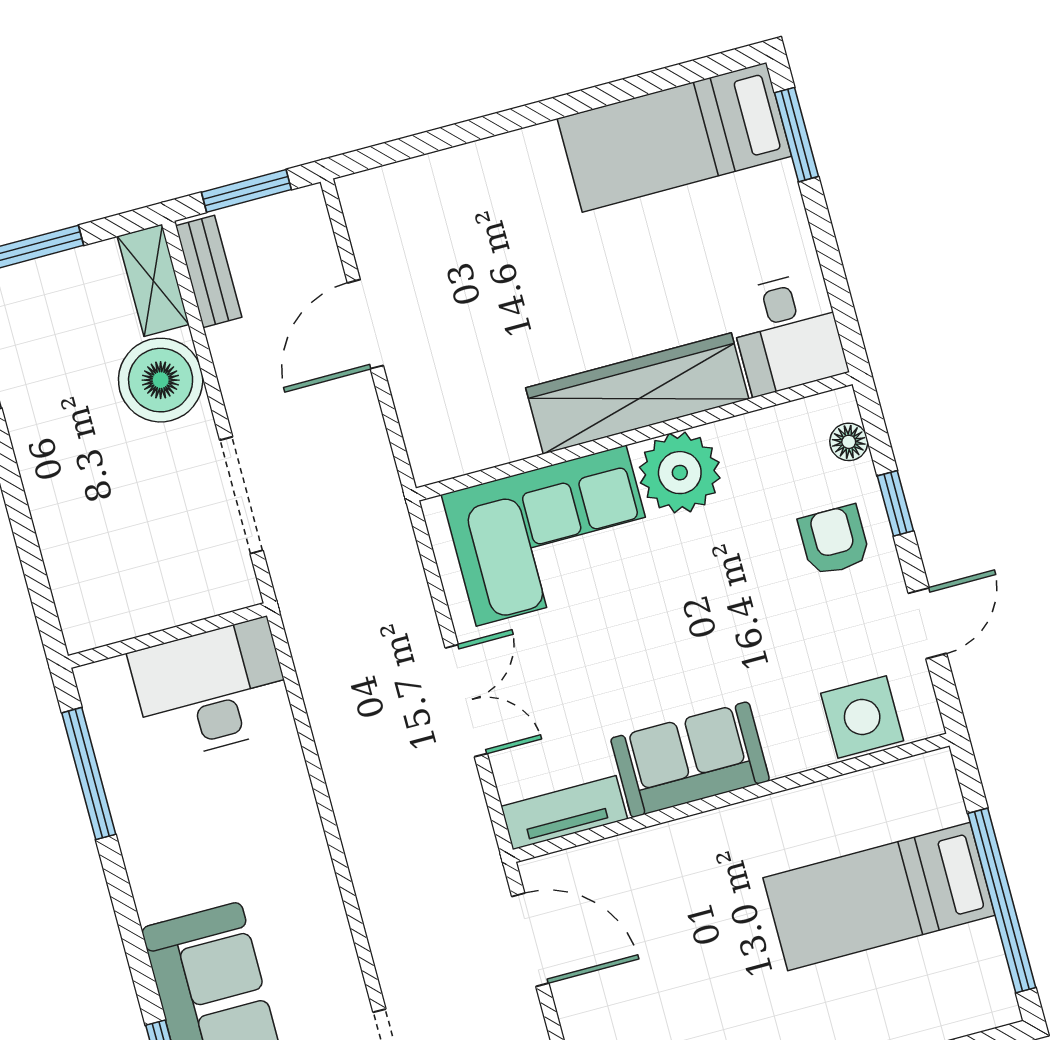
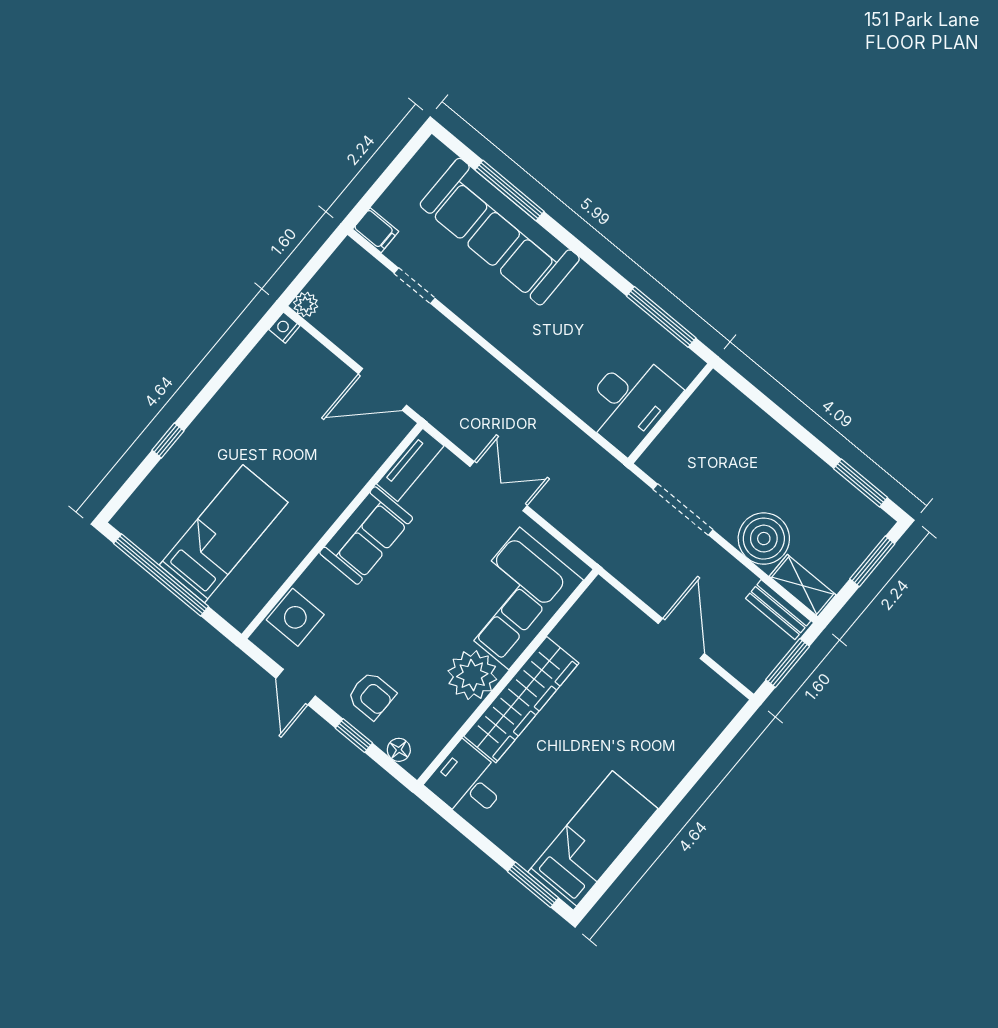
double door: (466, 701) -> (499, 486), swing flipped

